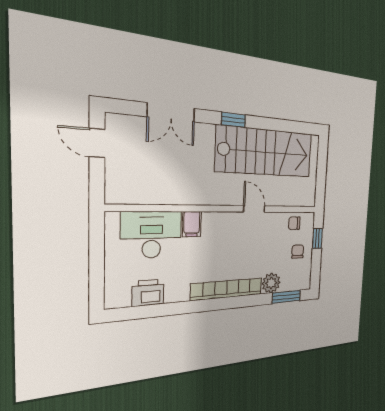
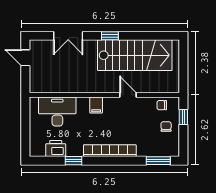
filing cabinet: (192, 224) -> (96, 105), moved
plant: (271, 283) -> (145, 149), removed
window: (175, 309) -> (74, 161), added

